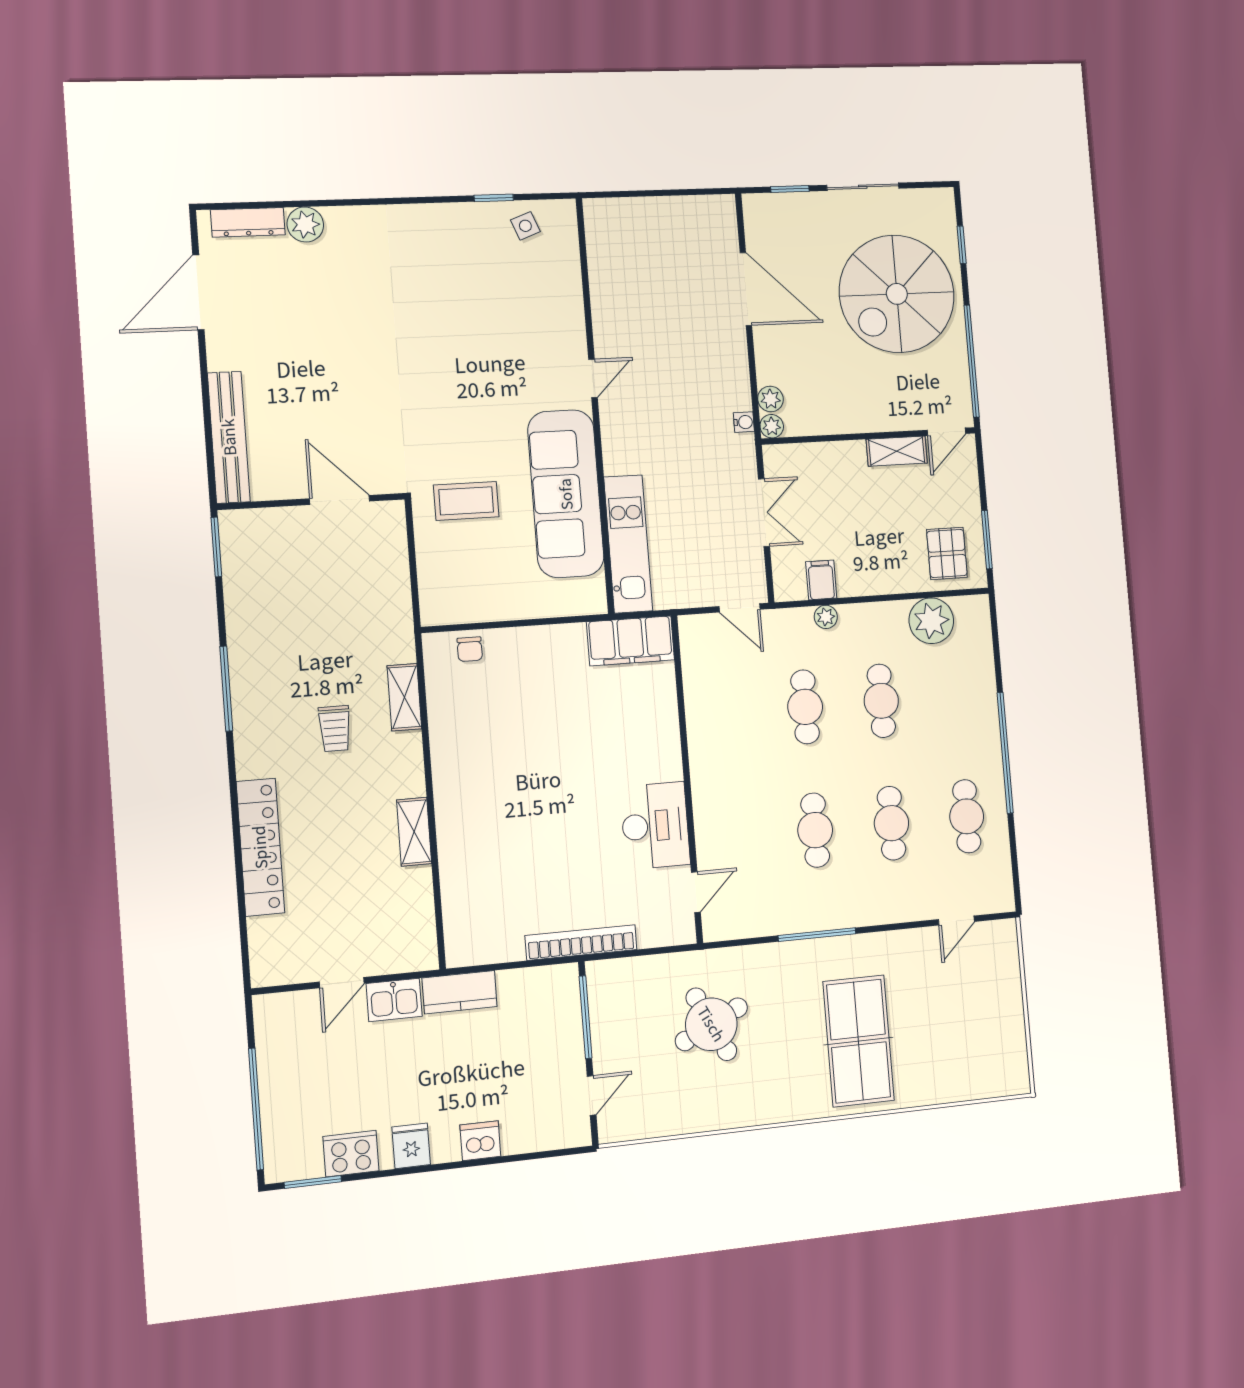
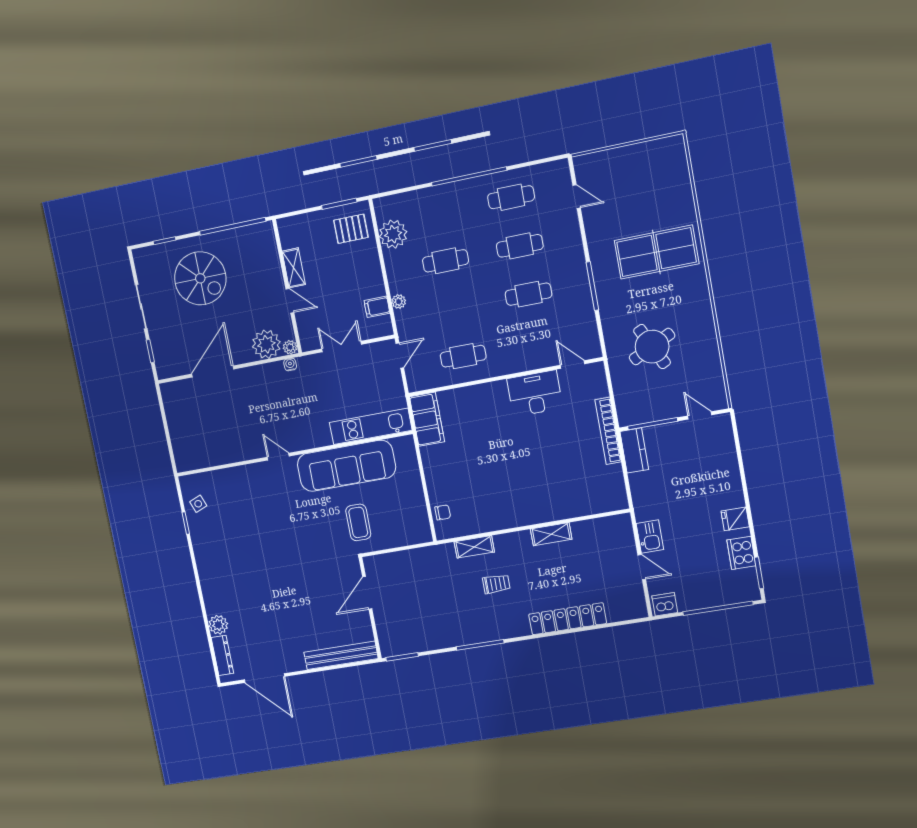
spiral stairs: (897, 294) -> (200, 278), width x0.73, depth x0.73
plant: (770, 399) -> (266, 344), width x1.88, depth x1.88
door: (946, 432) -> (290, 301), moved
cafe table: (805, 707) -> (463, 356), moved
kitchen counter: (460, 992) -> (634, 451), moved
dishwasher: (480, 1141) -> (665, 604), moved, turned 90

